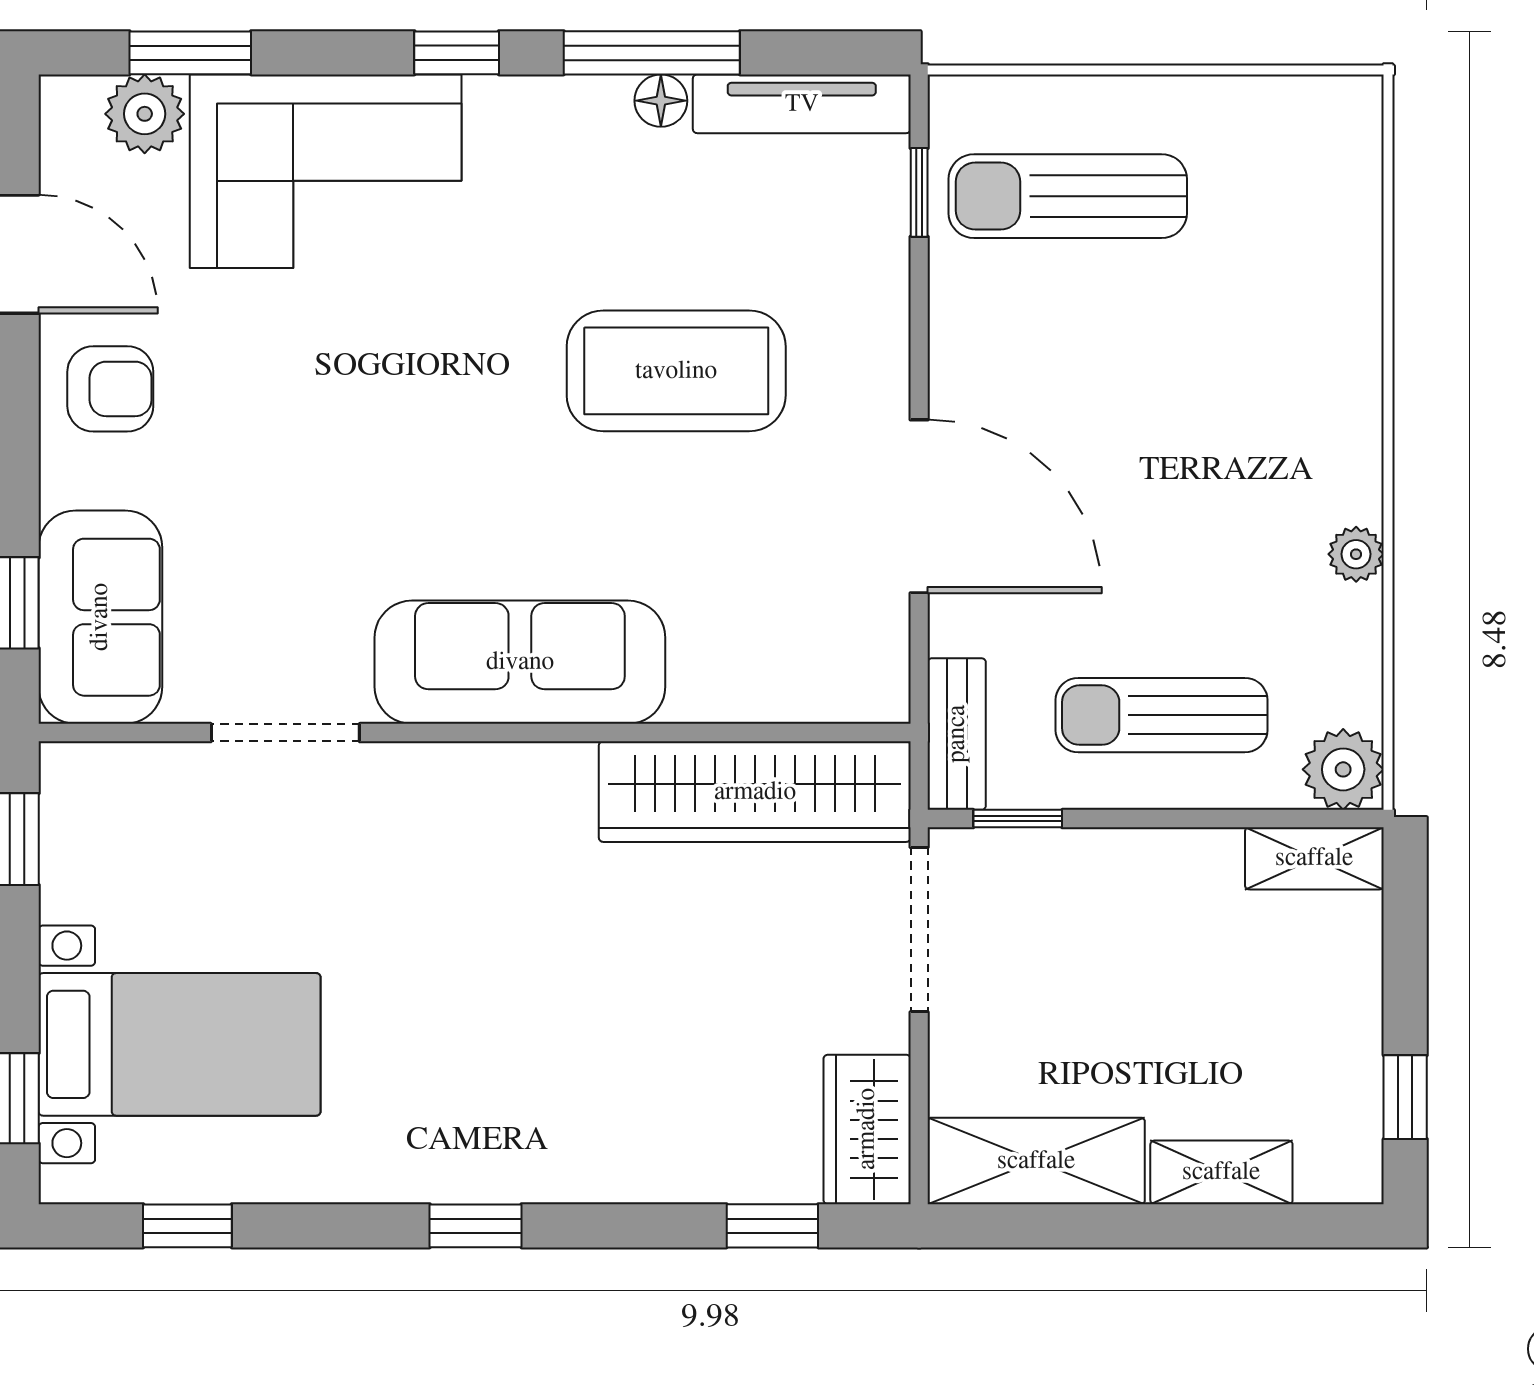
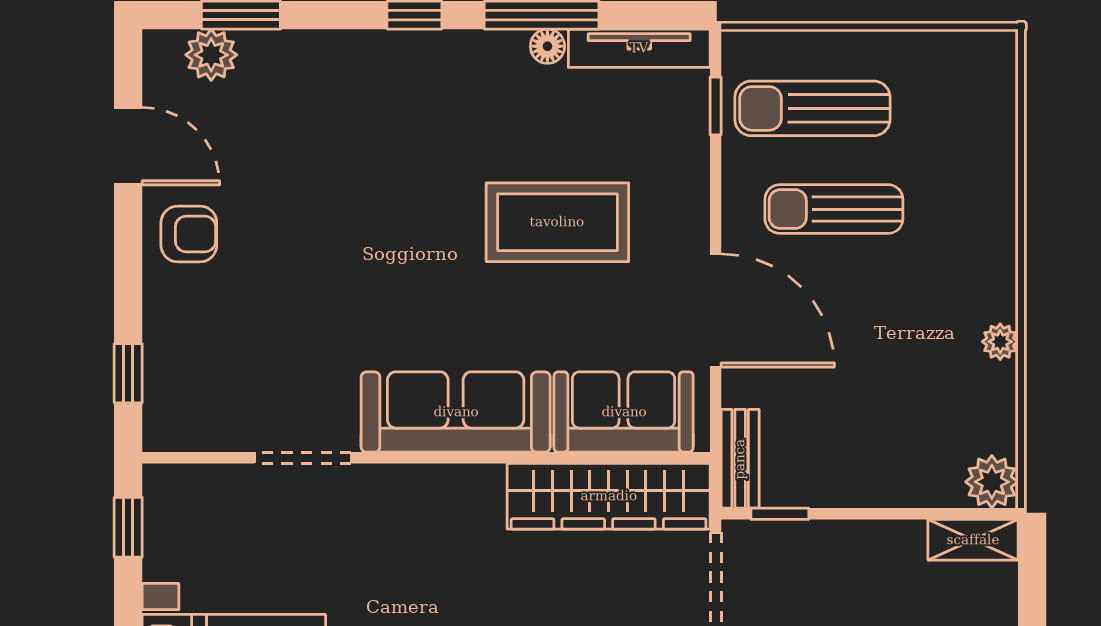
corner sofa: (326, 171) -> (329, 92), removed
sofa: (100, 617) -> (624, 412), moved, turned -90
sun lounger: (1162, 715) -> (834, 209), moved

